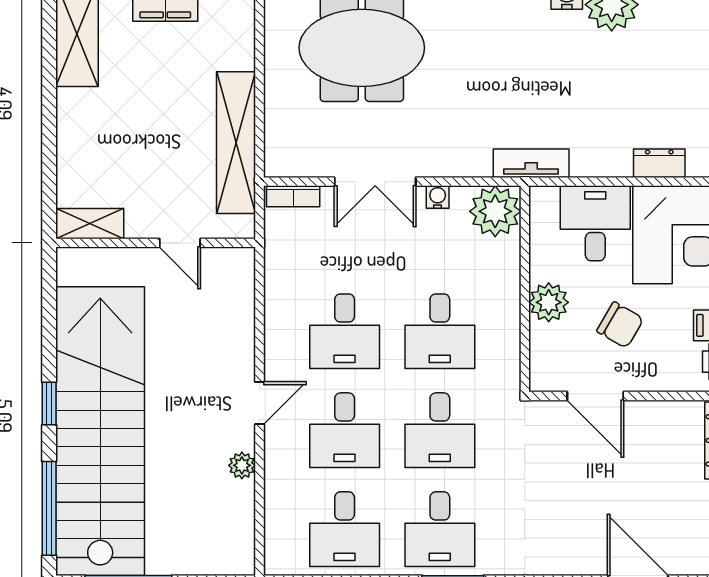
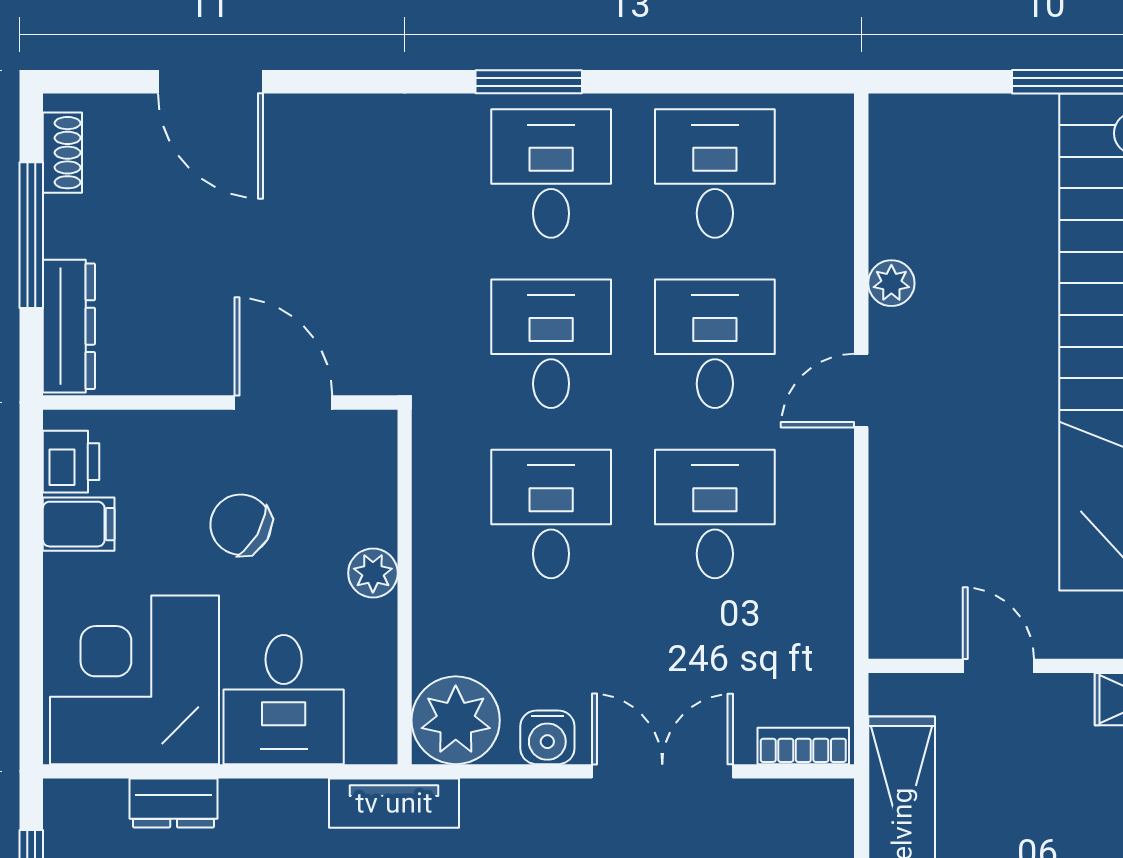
water cooler: (438, 197) -> (547, 737), width x1.38, depth x1.38
plant: (549, 302) -> (373, 573), width x0.73, depth x0.73

